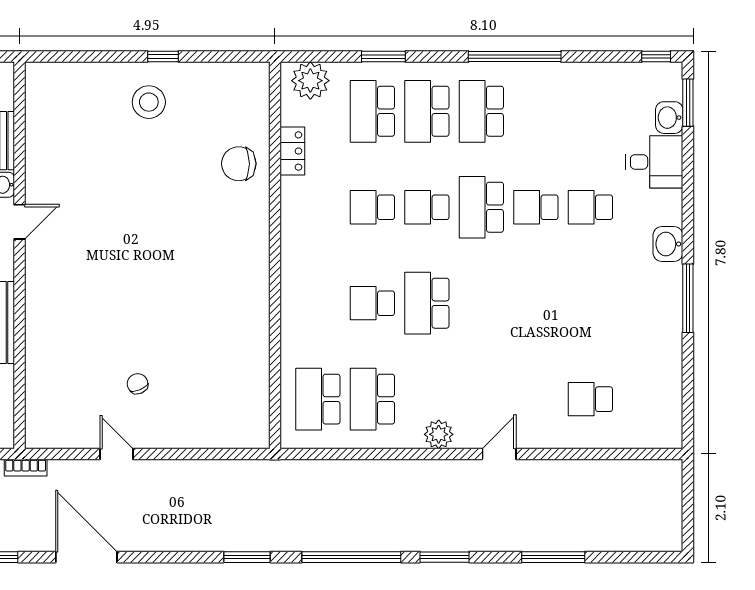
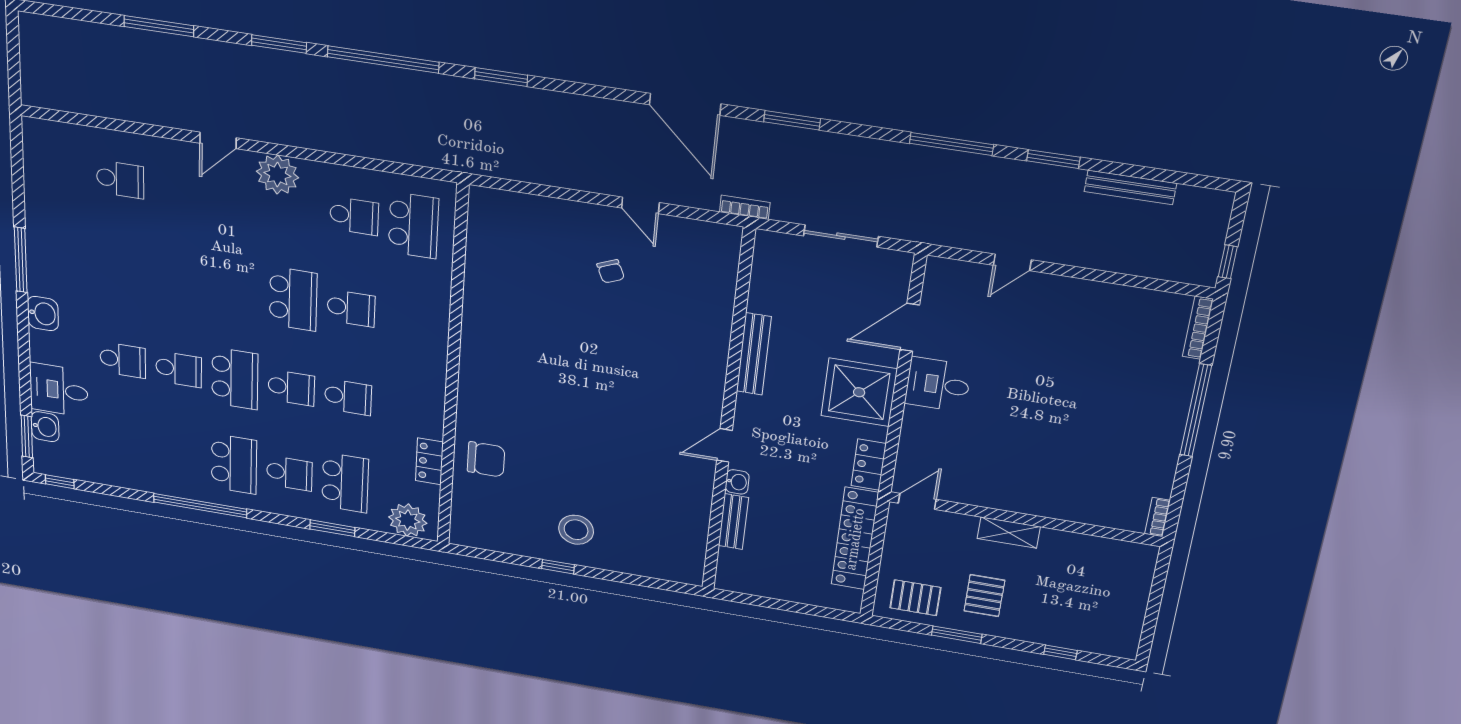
school desk: (427, 111) -> (289, 473), width x0.54
school desk: (372, 399) -> (354, 216), width x0.54
plant: (439, 434) -> (277, 175), width x1.36, depth x1.36

